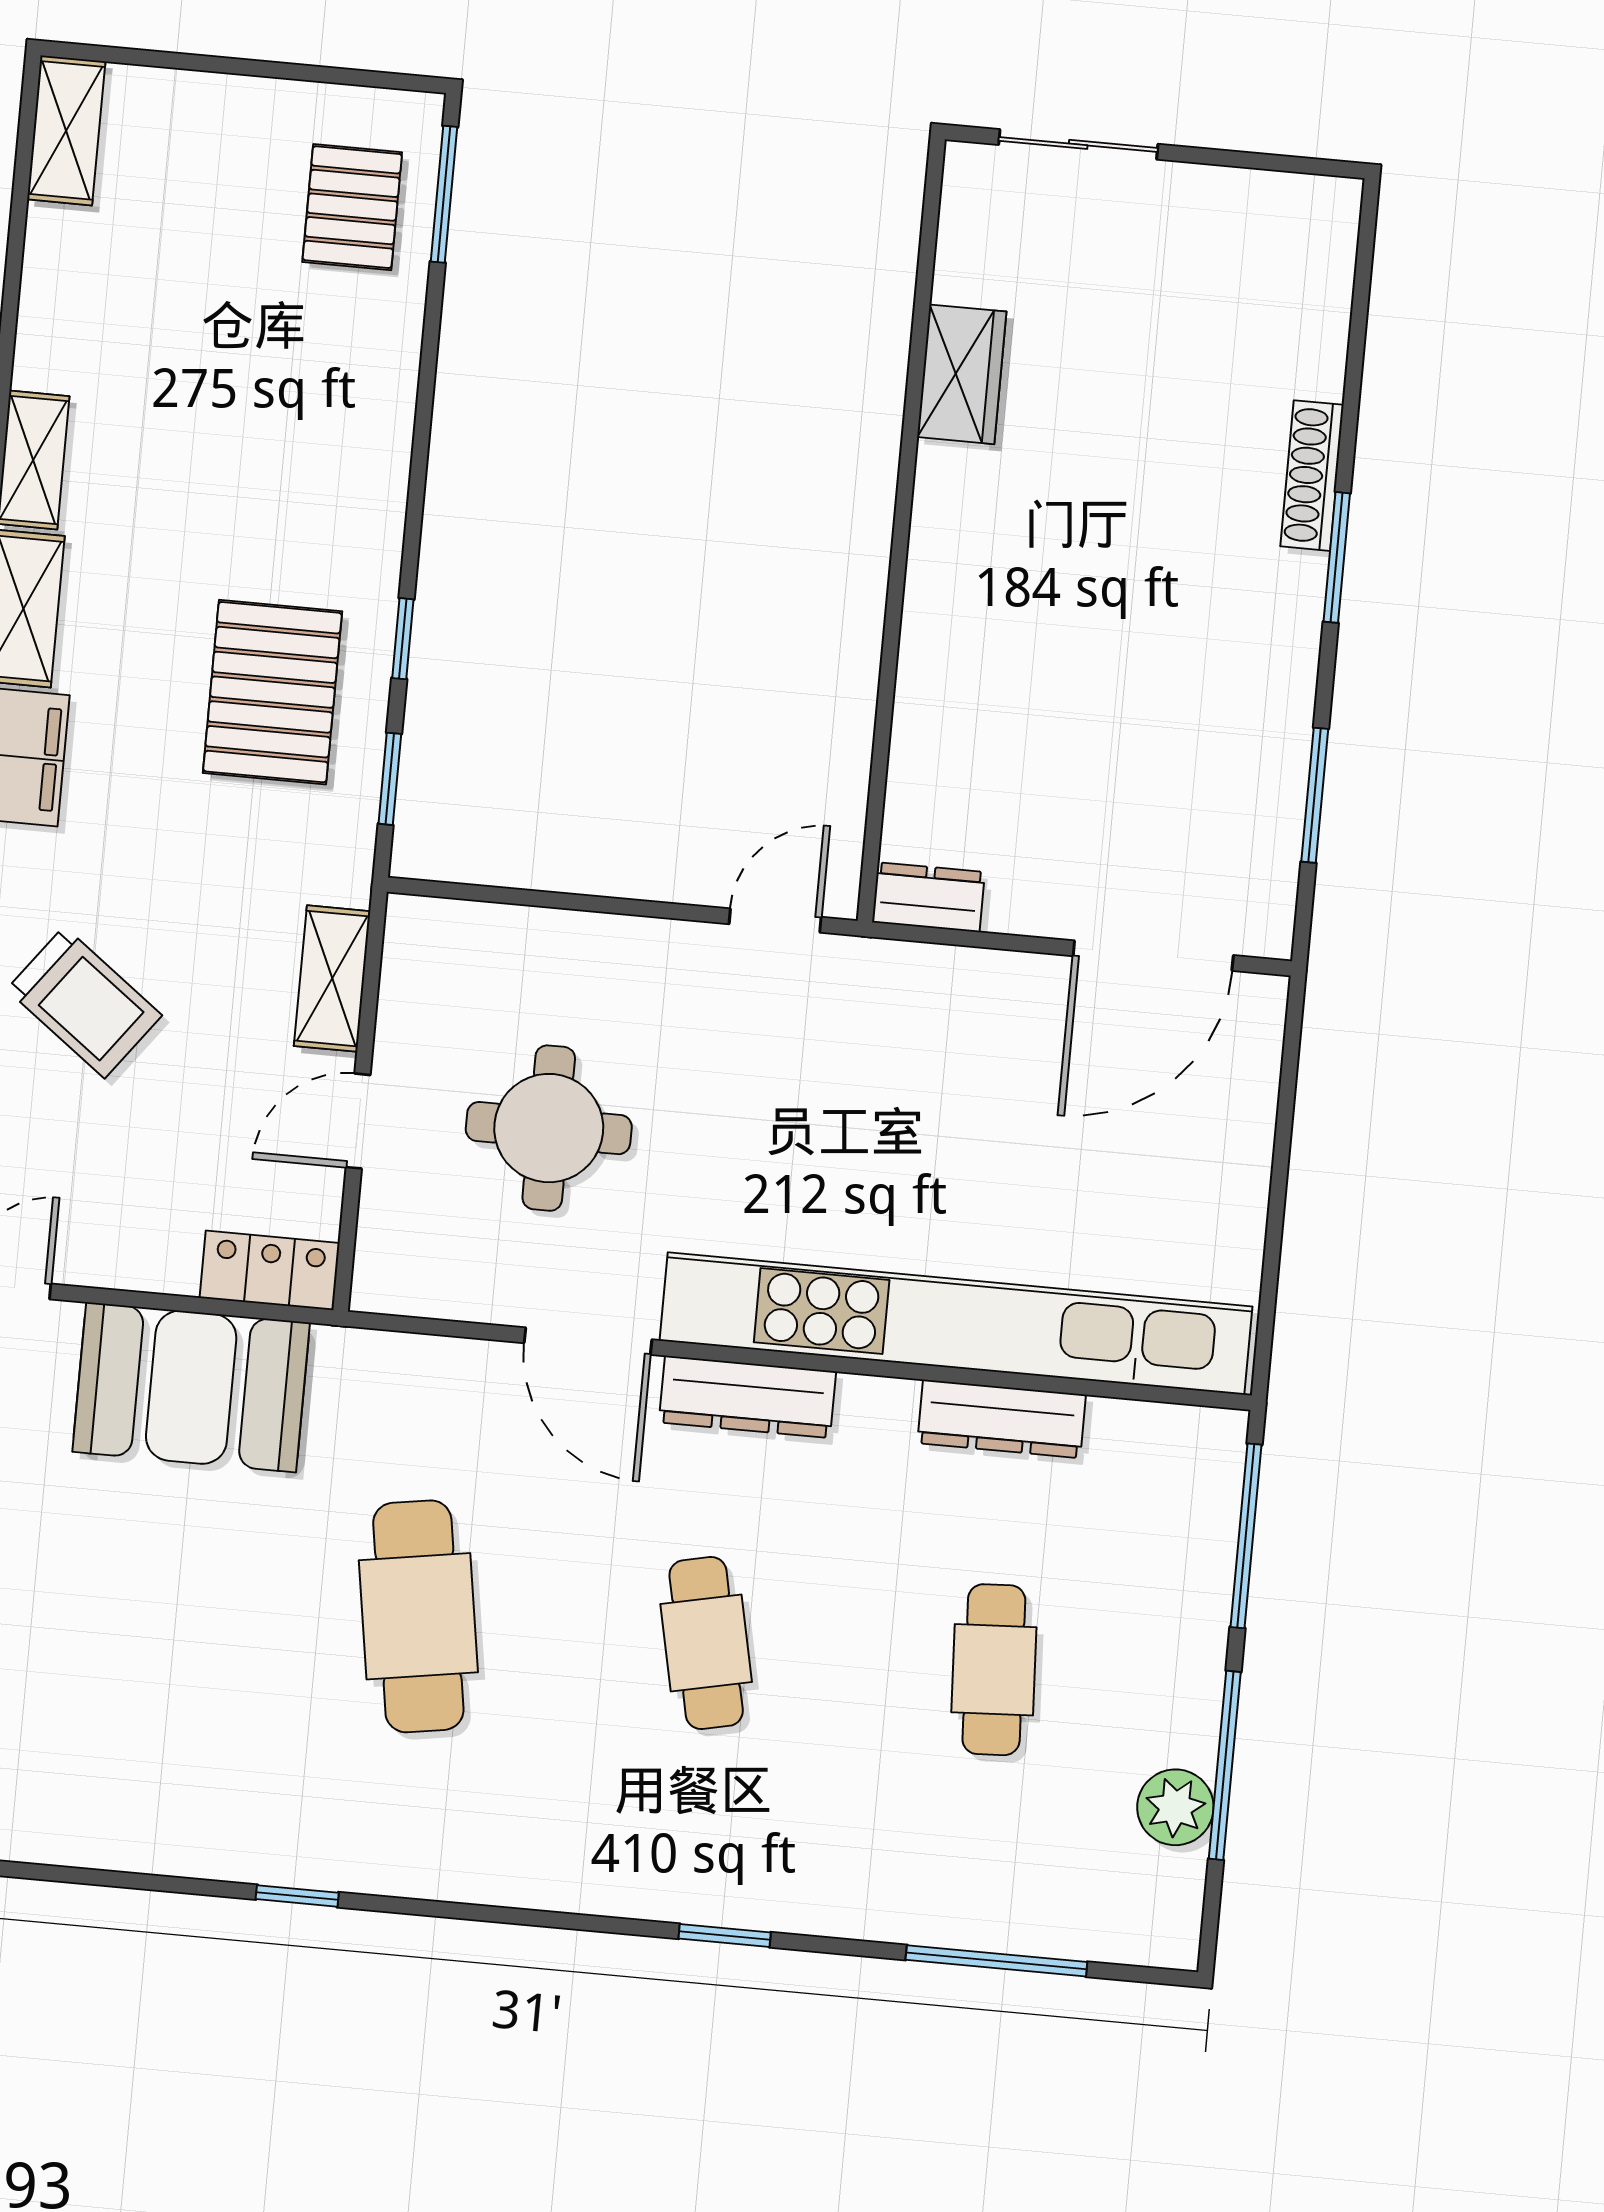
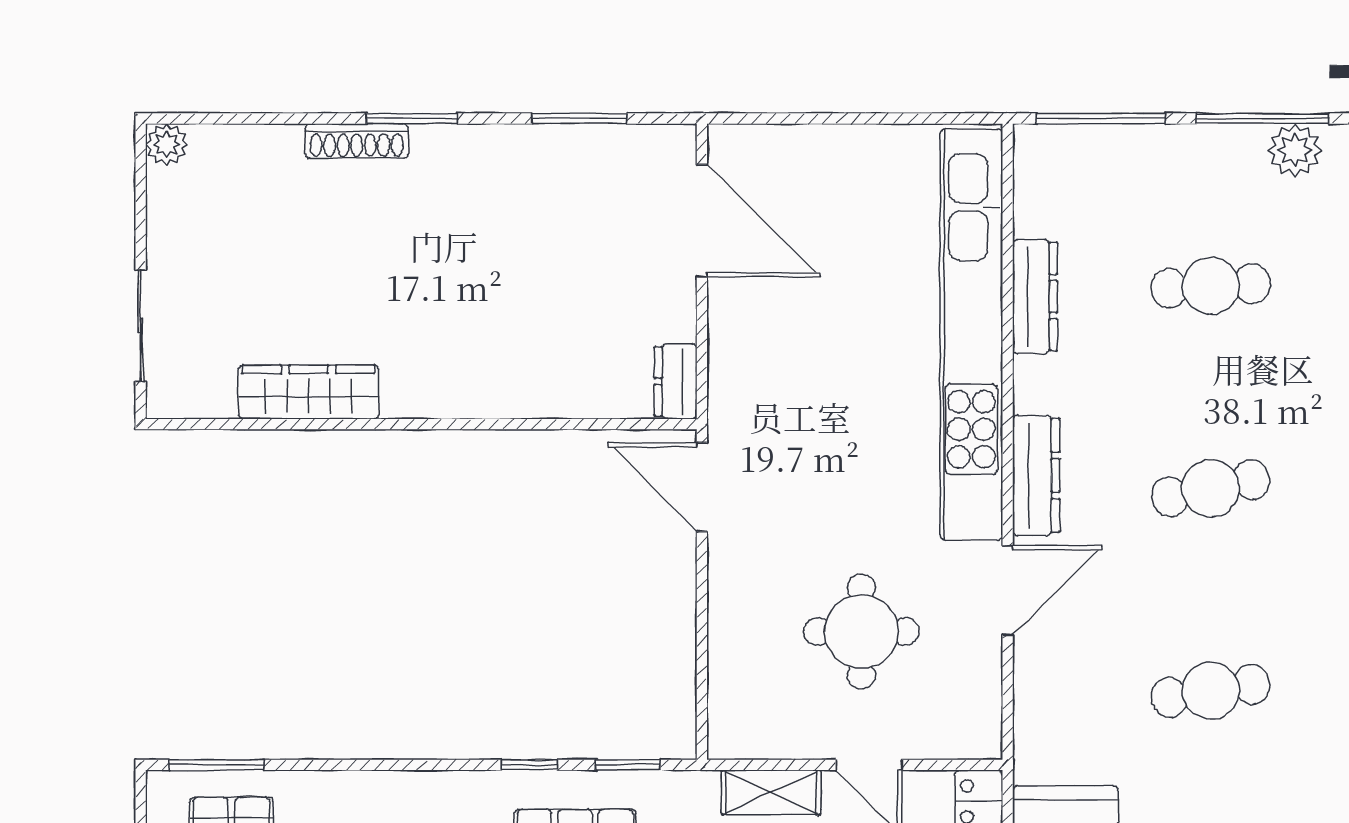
plant: (1332, 205) -> (167, 145), added
wardrobe: (962, 374) -> (309, 392), width x1.50
door: (775, 921) -> (702, 487), width x1.38
cafe table: (418, 1616) -> (1211, 691), width x0.73, depth x0.74

